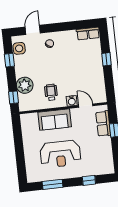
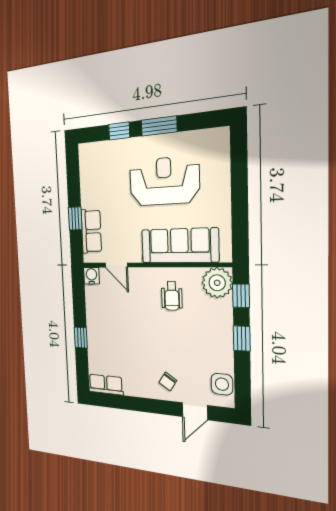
window: (9, 60) -> (242, 338), moved
plant: (25, 85) -> (217, 283), moved
water cooler: (72, 101) -> (91, 276), moved
sofa: (55, 120) -> (179, 246), width x1.36
window: (53, 184) -> (159, 126), moved

